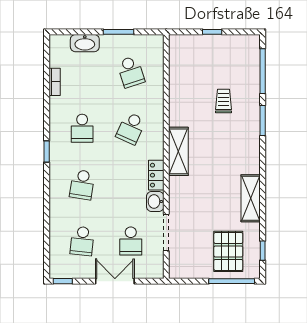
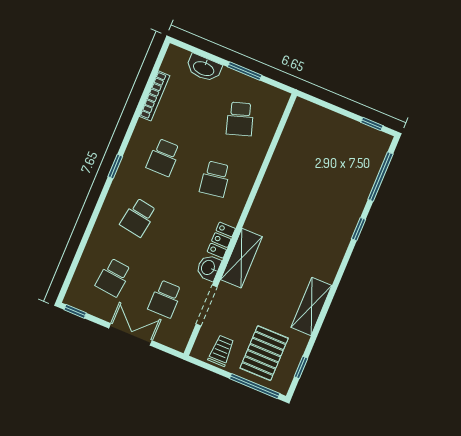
window: (212, 32) -> (372, 124), moved
bookcase: (55, 82) -> (155, 96), width x1.56
trolley: (224, 101) -> (221, 351), moved
window: (263, 121) -> (359, 229), width x0.67
school desk: (131, 128) -> (215, 179), turned -33
shelving: (178, 151) -> (241, 258), moved

